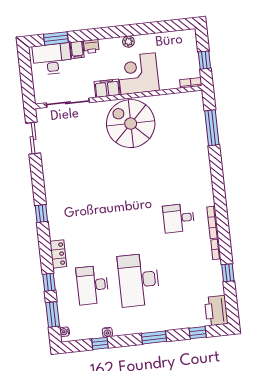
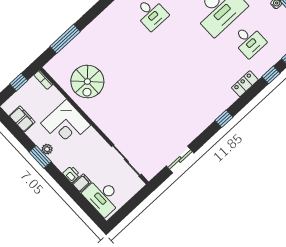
window: (56, 38) -> (40, 157), moved
filing cabinet: (107, 88) -> (22, 119), moved, turned 180
spiral stairs: (131, 124) -> (87, 81), moved, width x0.73, depth x0.73
sliding door: (33, 138) -> (180, 159), moved
desk: (92, 285) -> (249, 41), width x0.73

